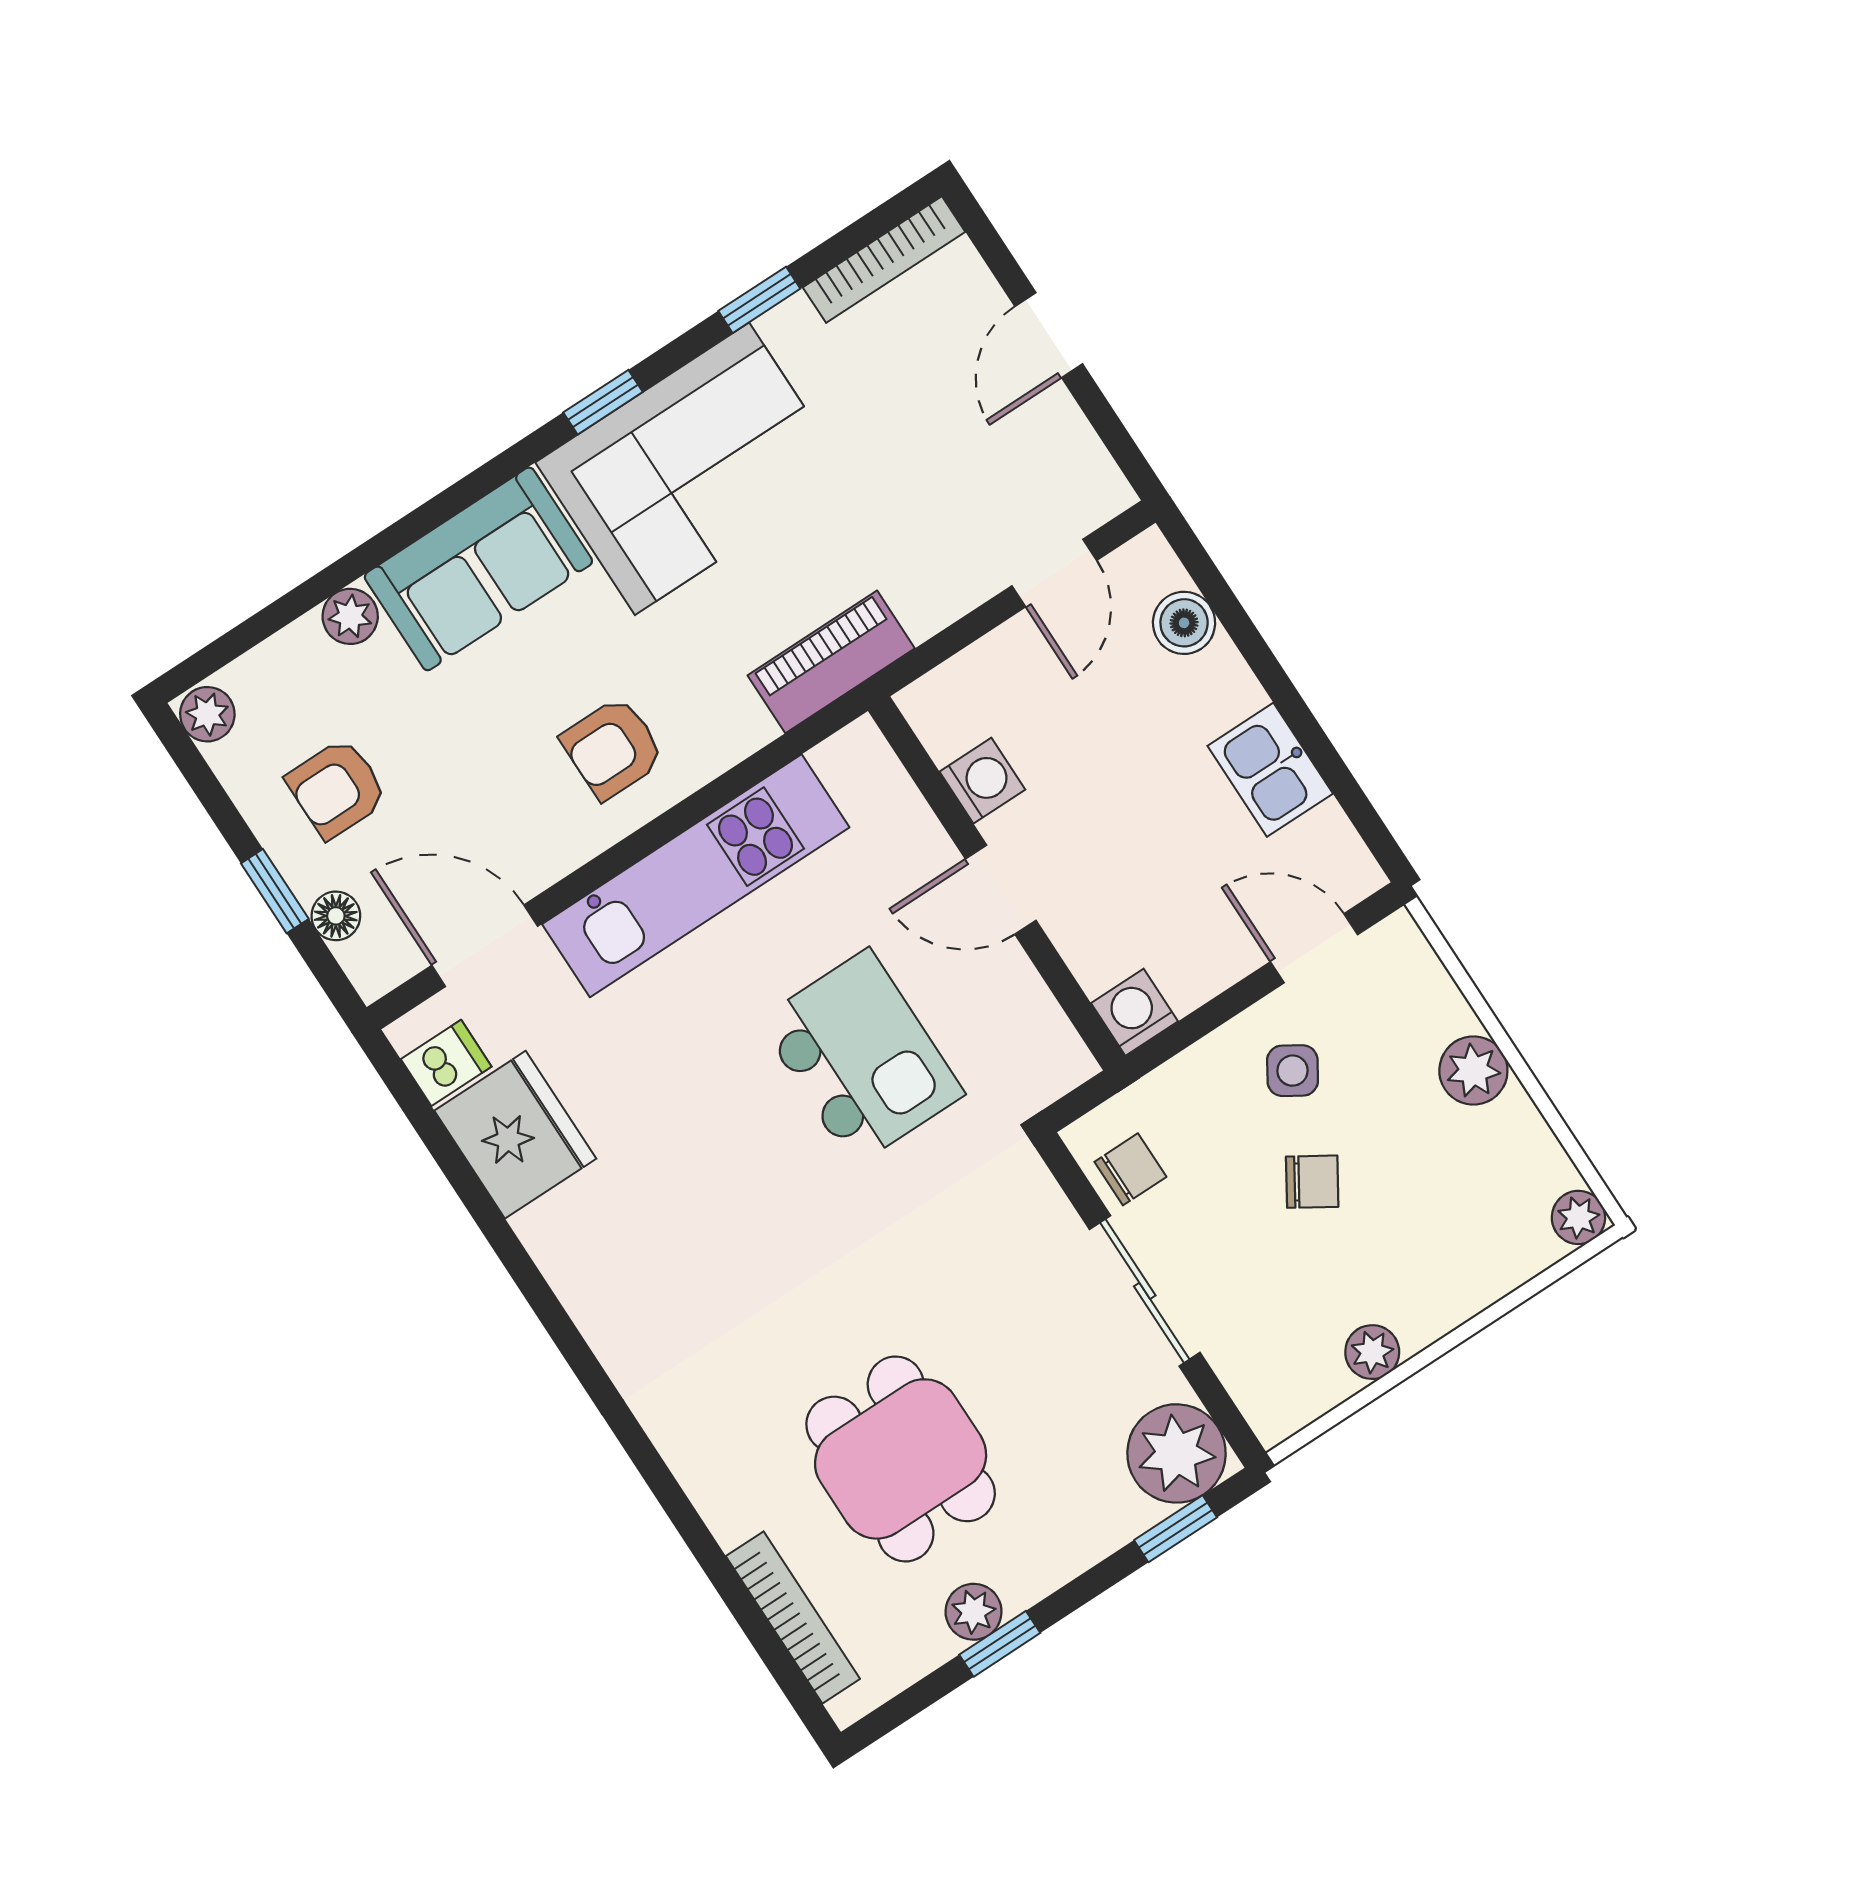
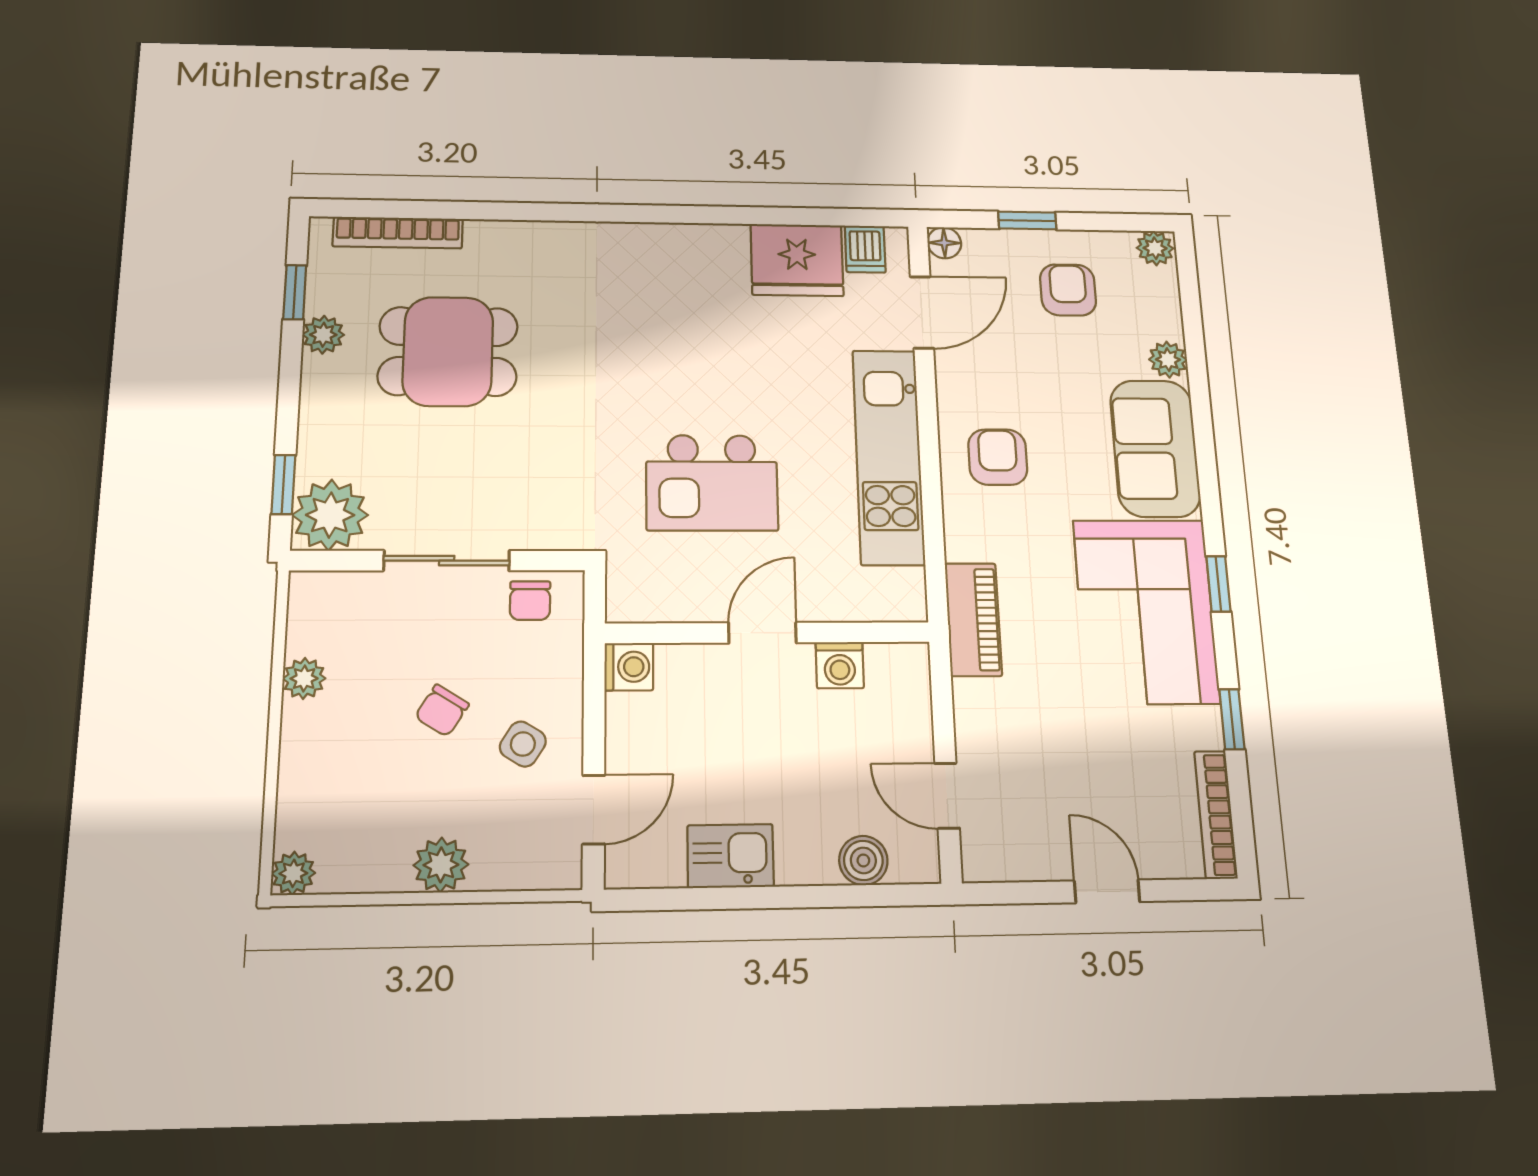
floor lamp: (336, 916) -> (944, 243), moved
window: (1000, 1644) -> (295, 292), moved

